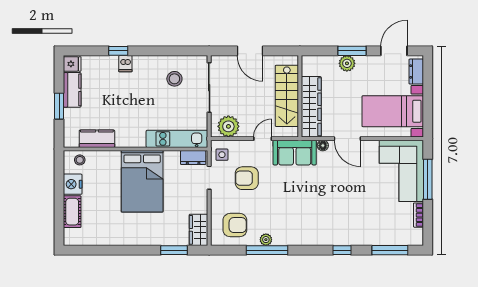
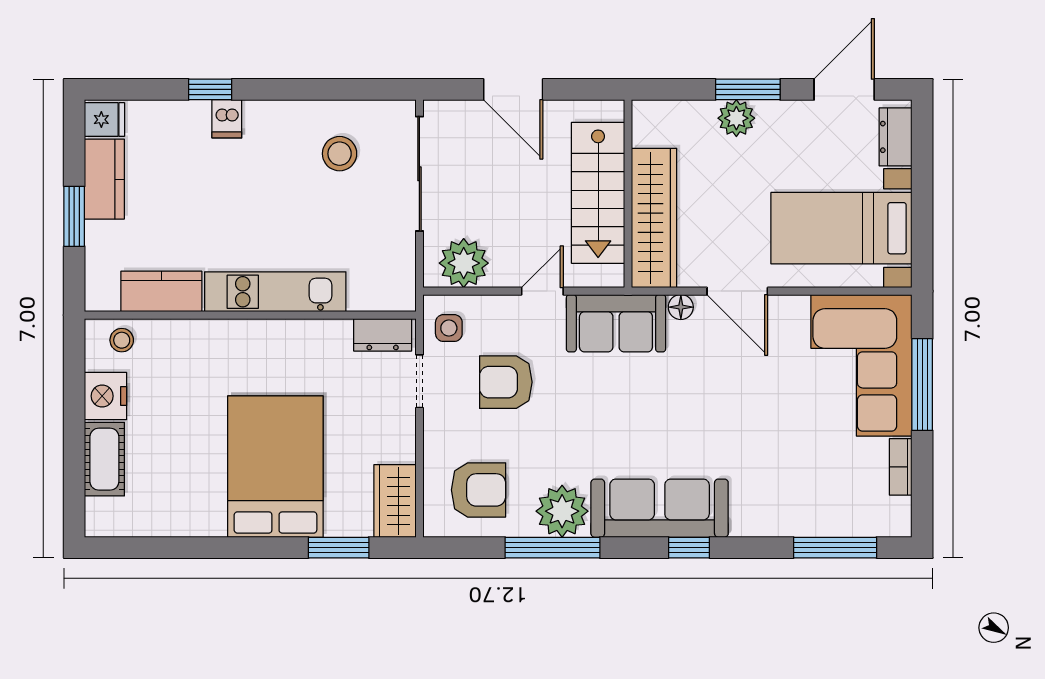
kitchen unit: (177, 139) -> (275, 292), moved
bed: (142, 181) -> (275, 467), moved, turned 180
sofa: (314, 233) -> (660, 508), added
plant: (266, 240) -> (562, 511), width x1.88, depth x1.88
window: (342, 250) -> (689, 548), moved

